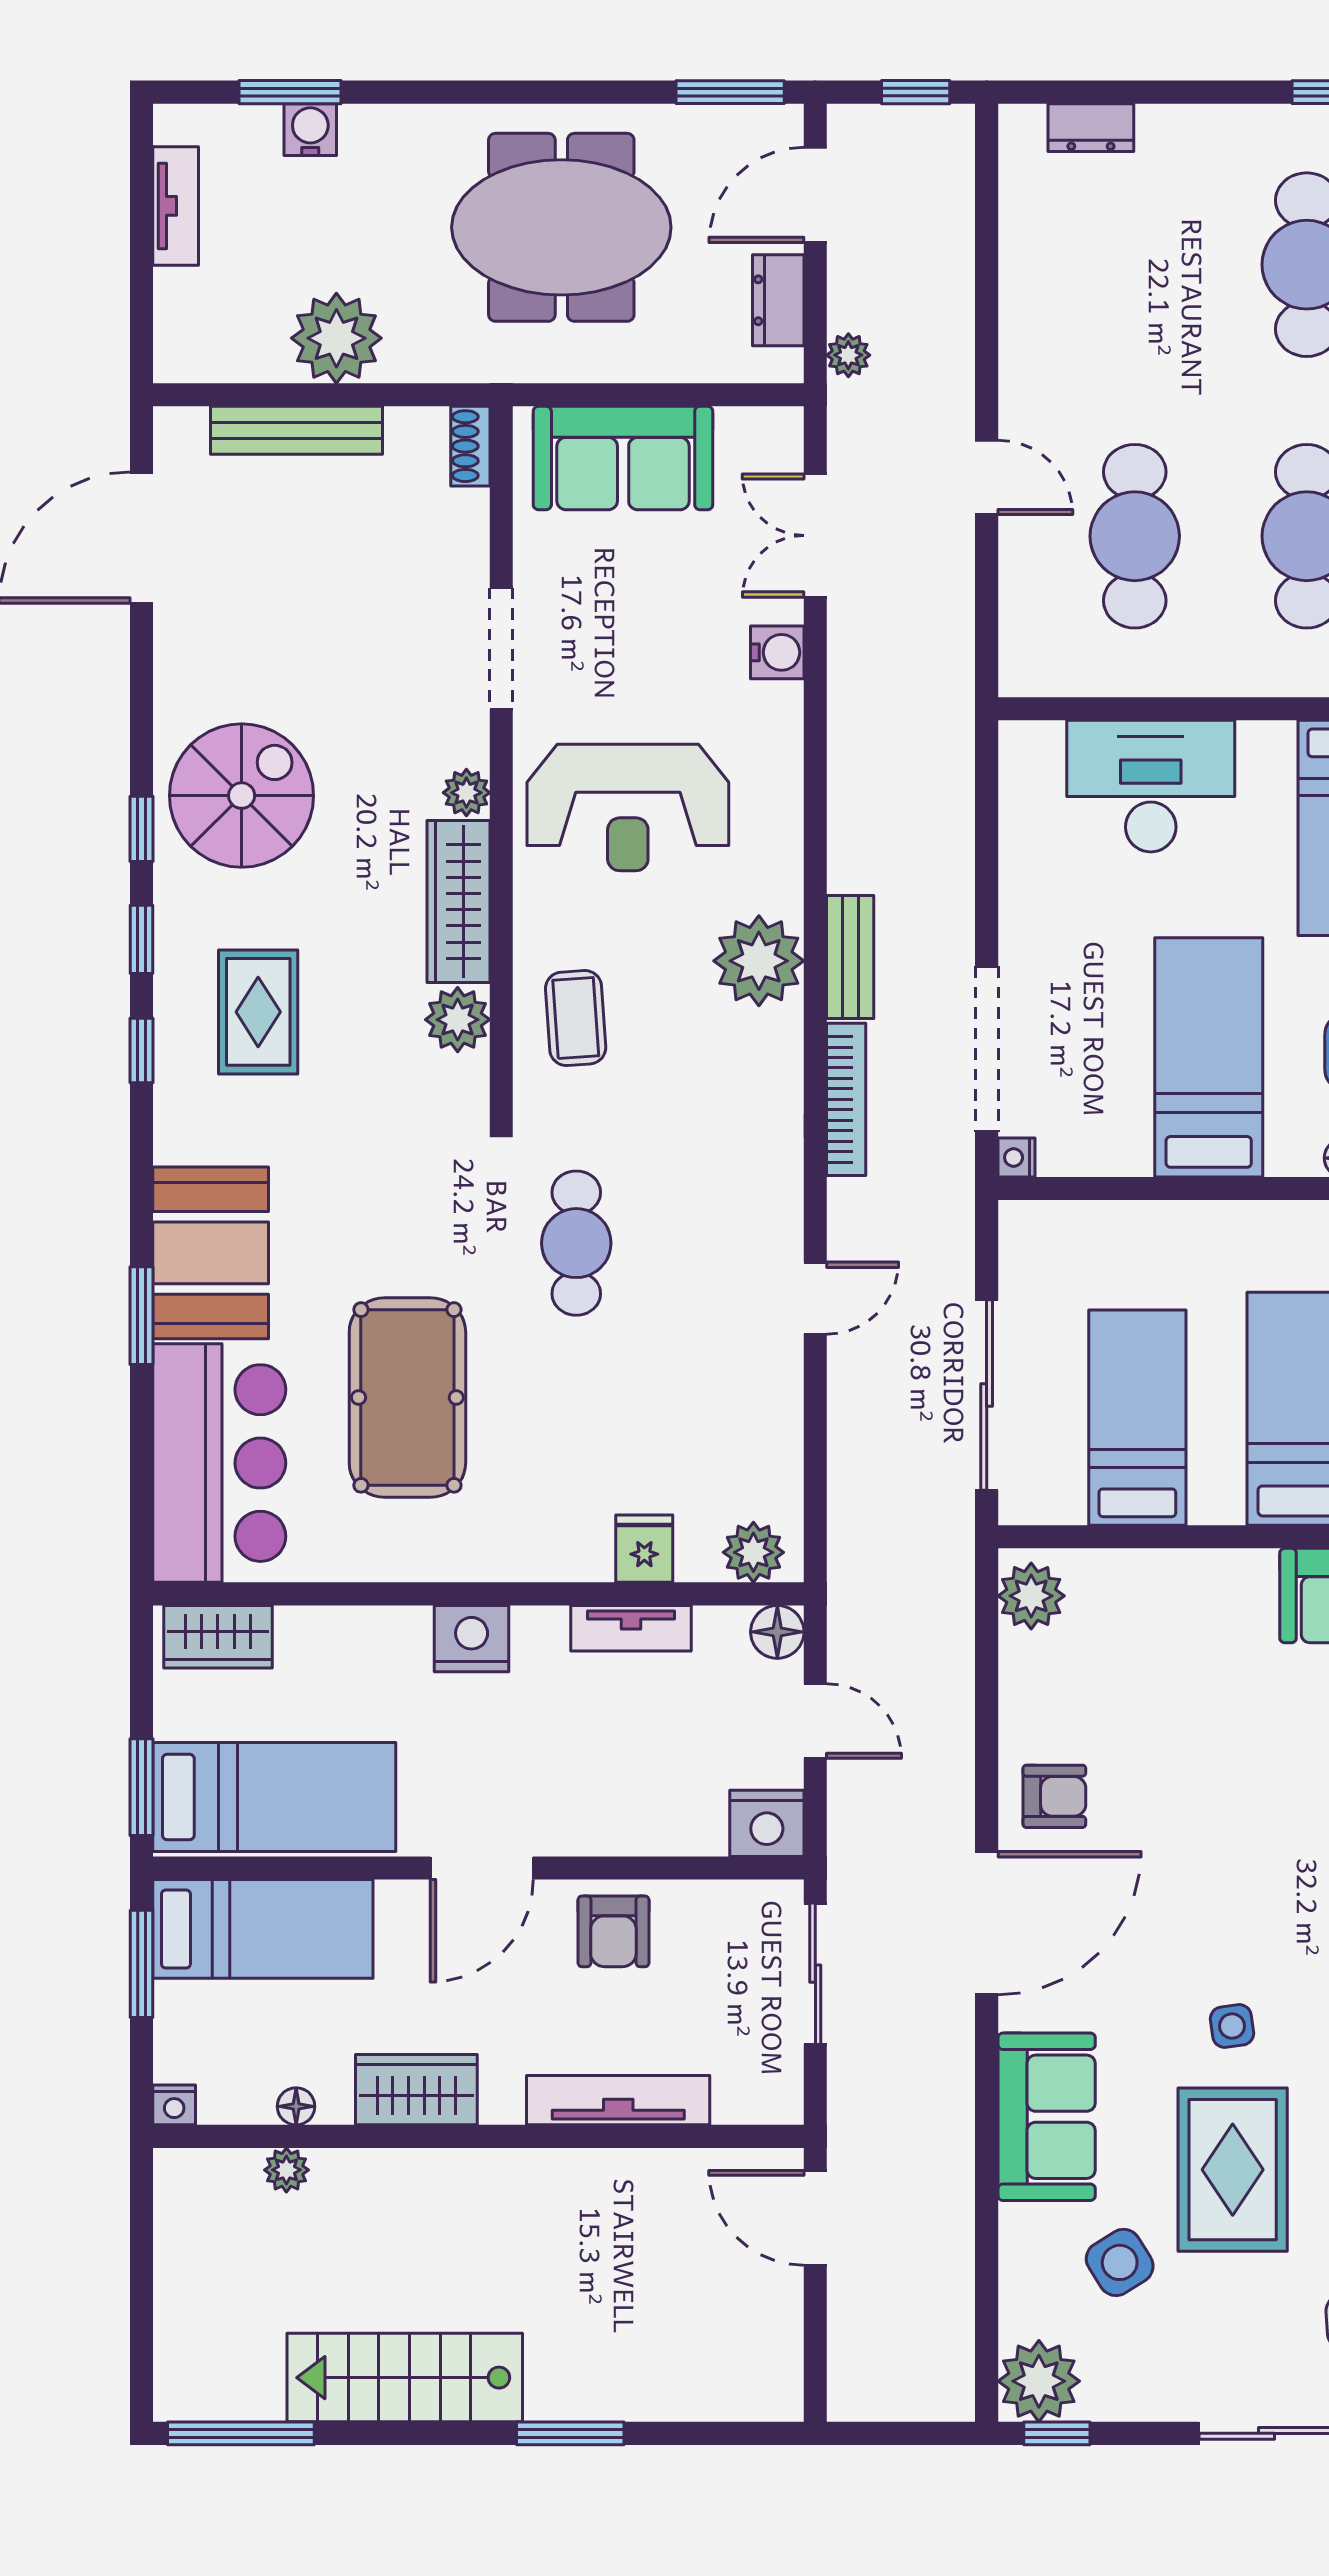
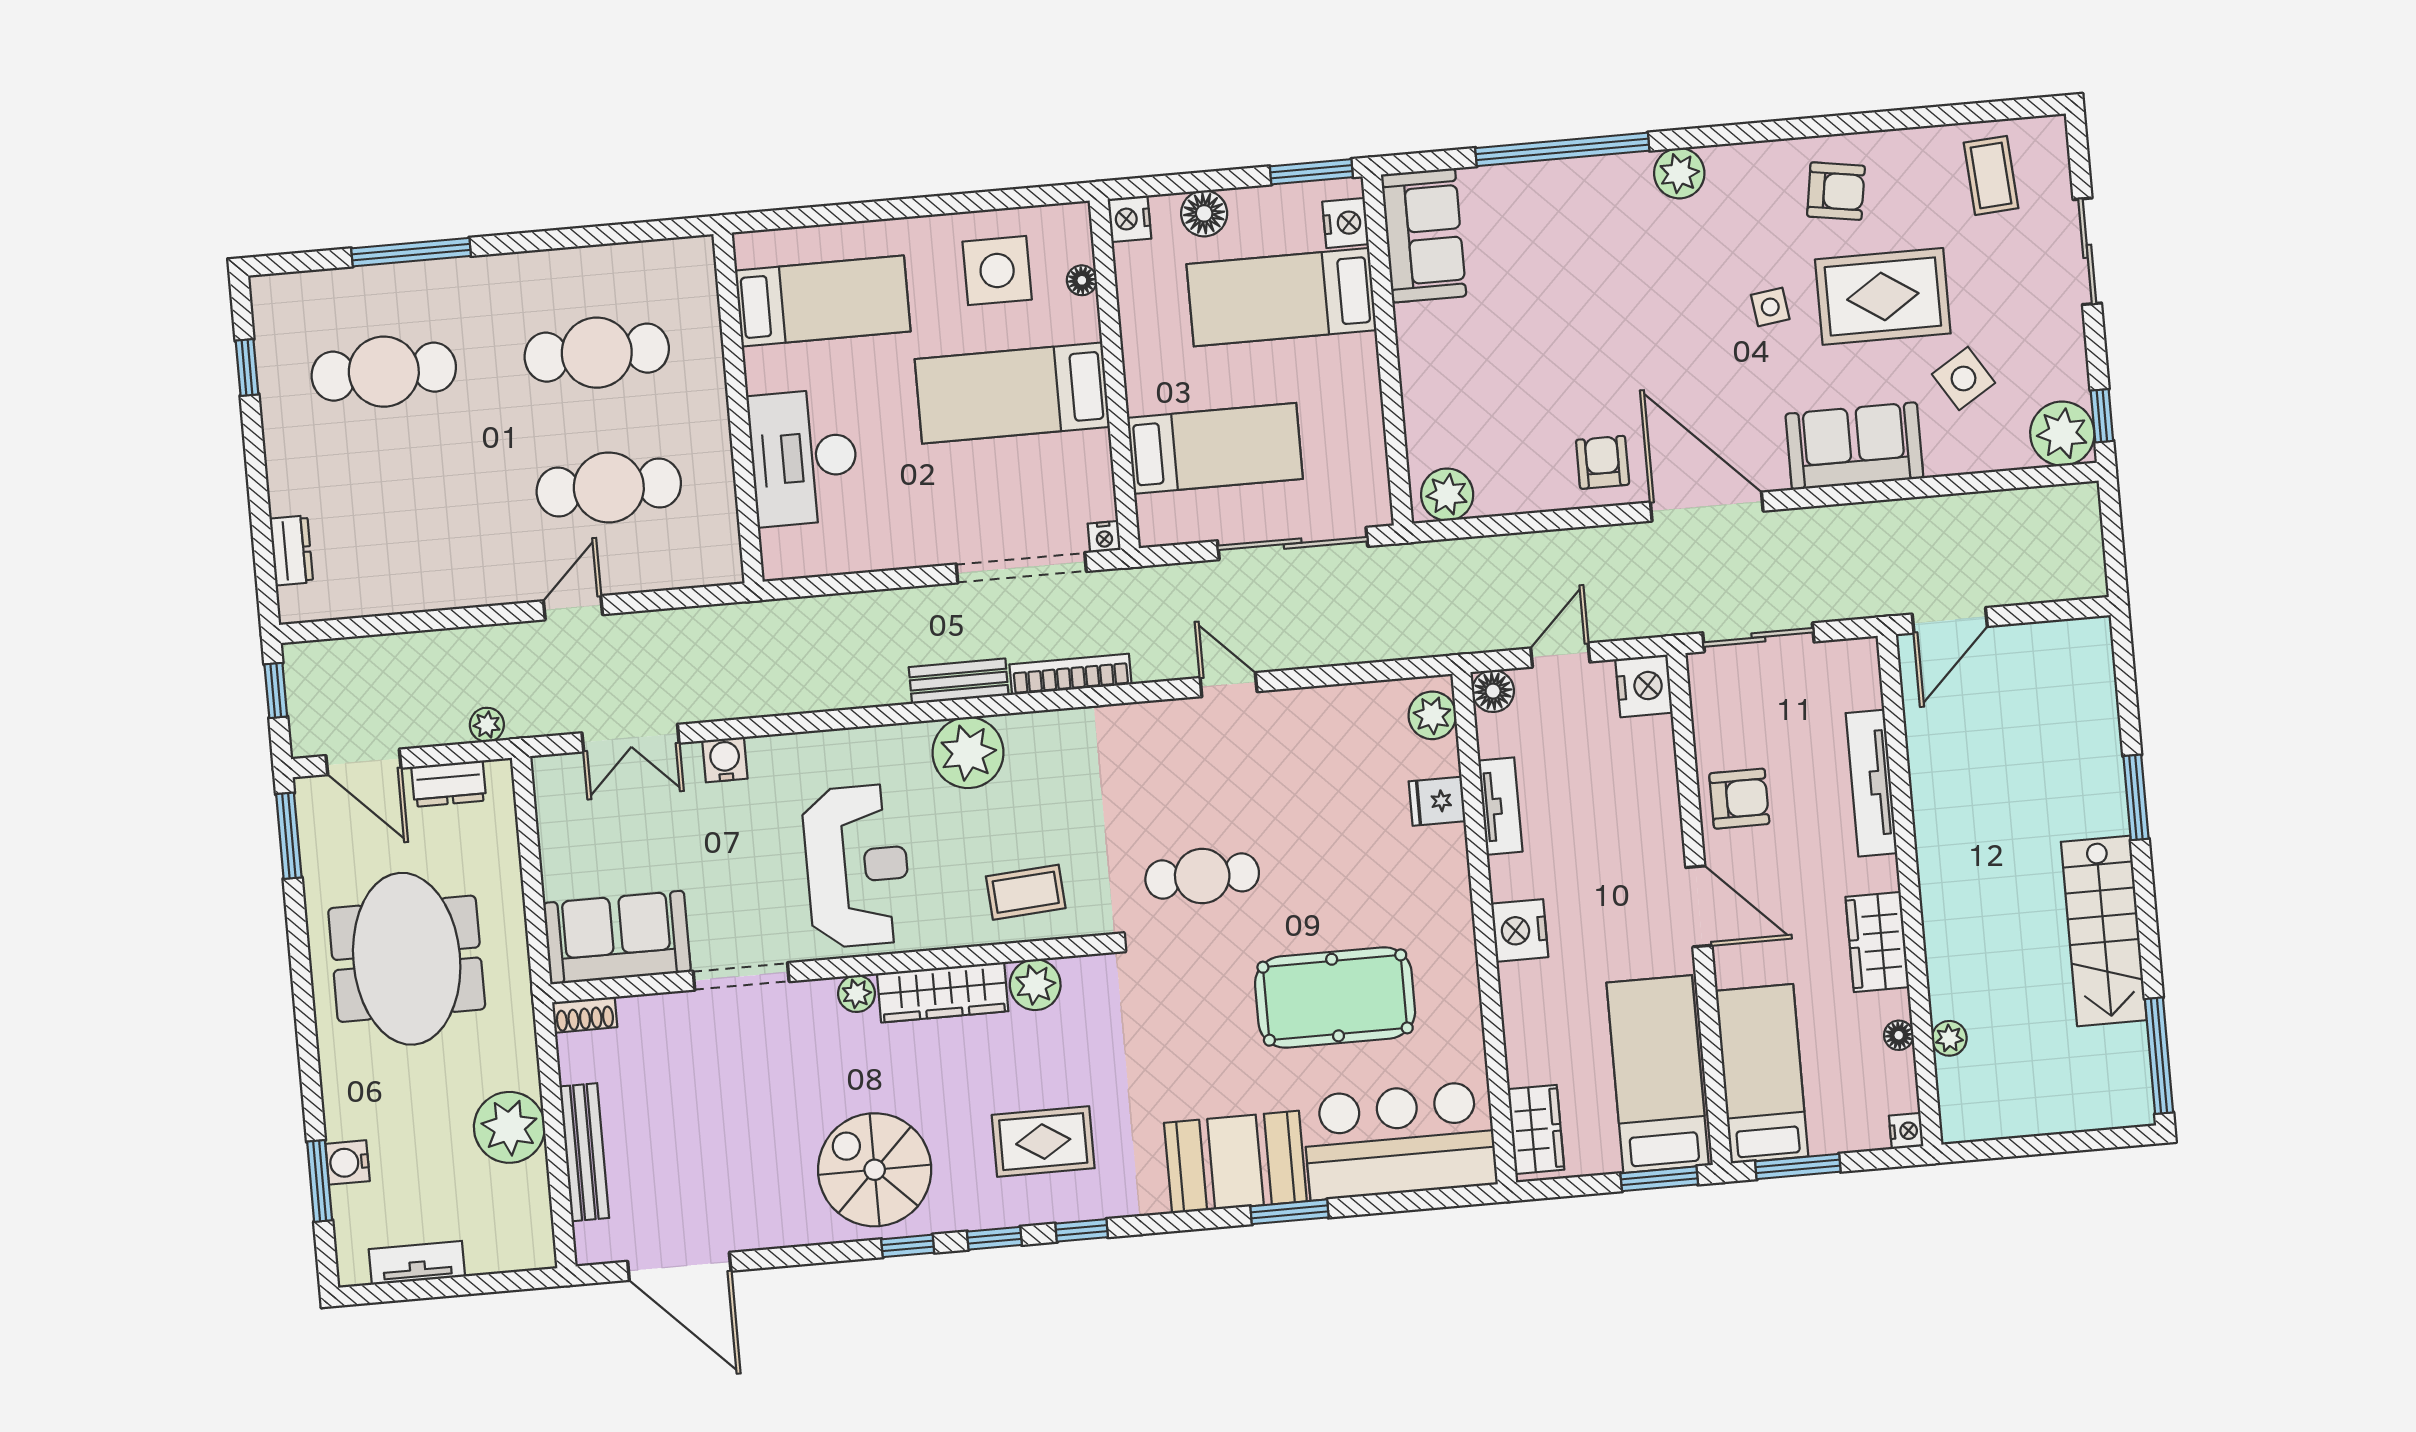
sofa: (623, 458) -> (617, 937), moved, turned -90
bed: (1137, 1418) -> (1215, 448), moved, turned 180

